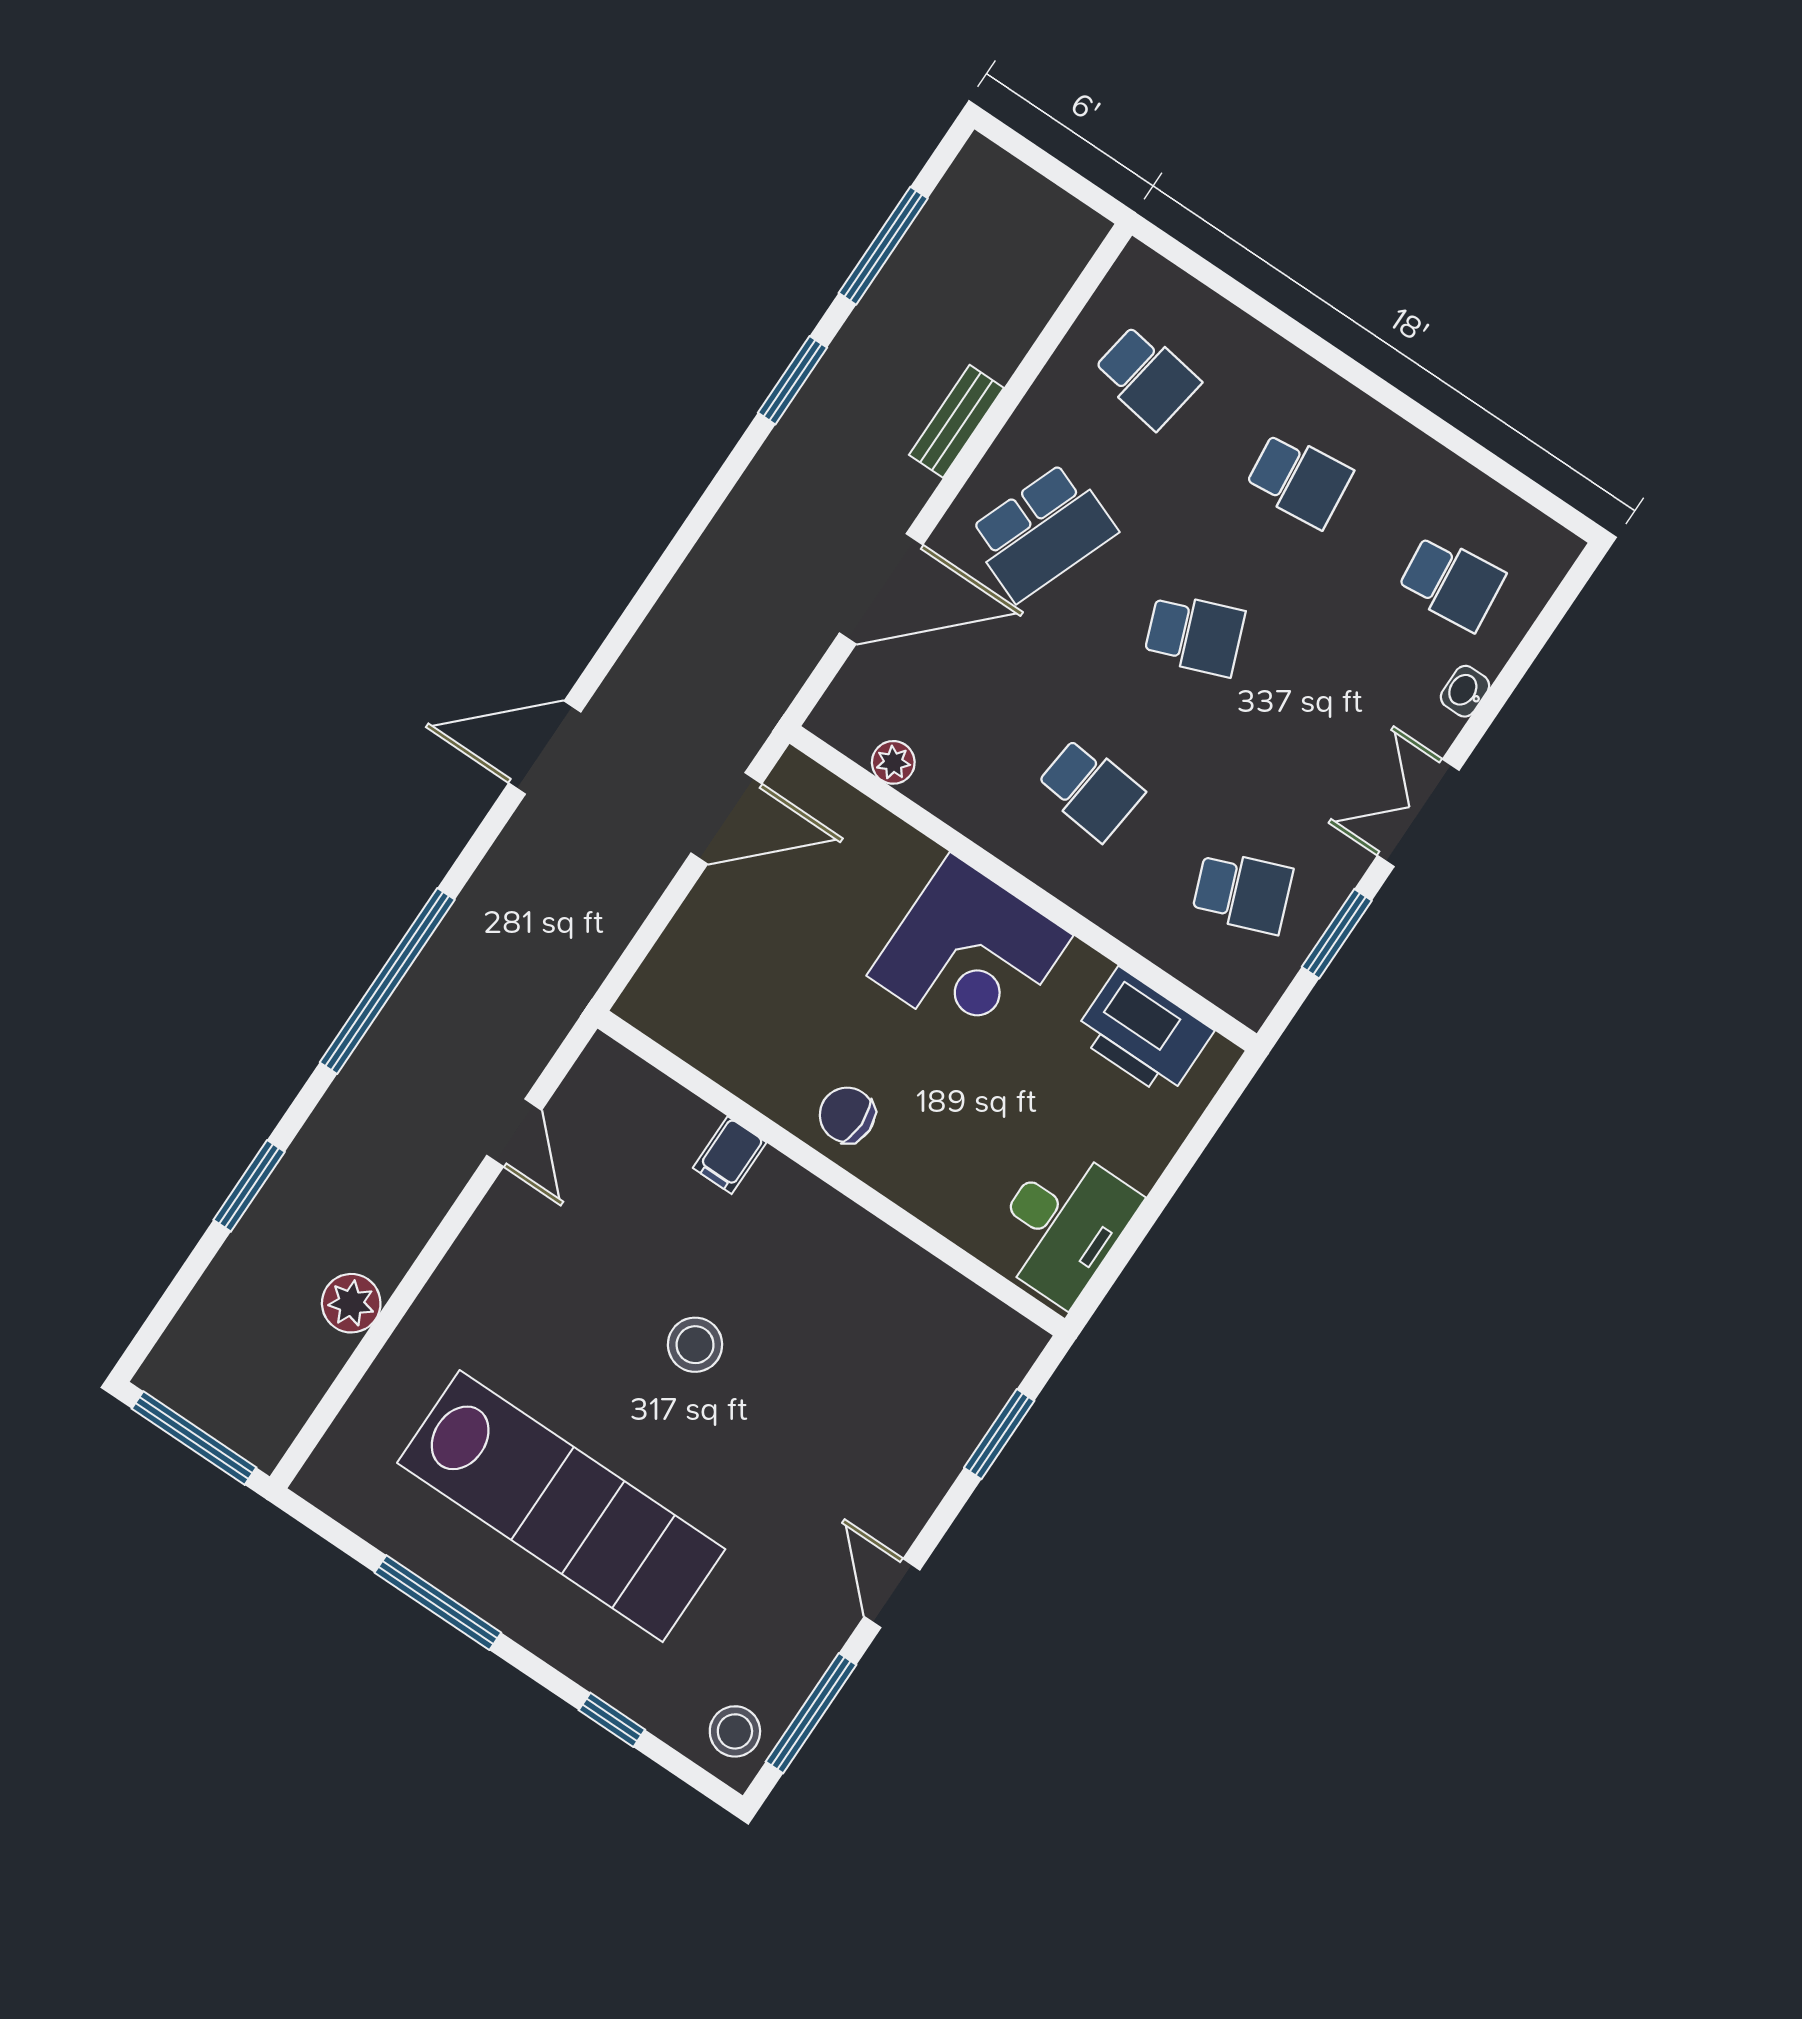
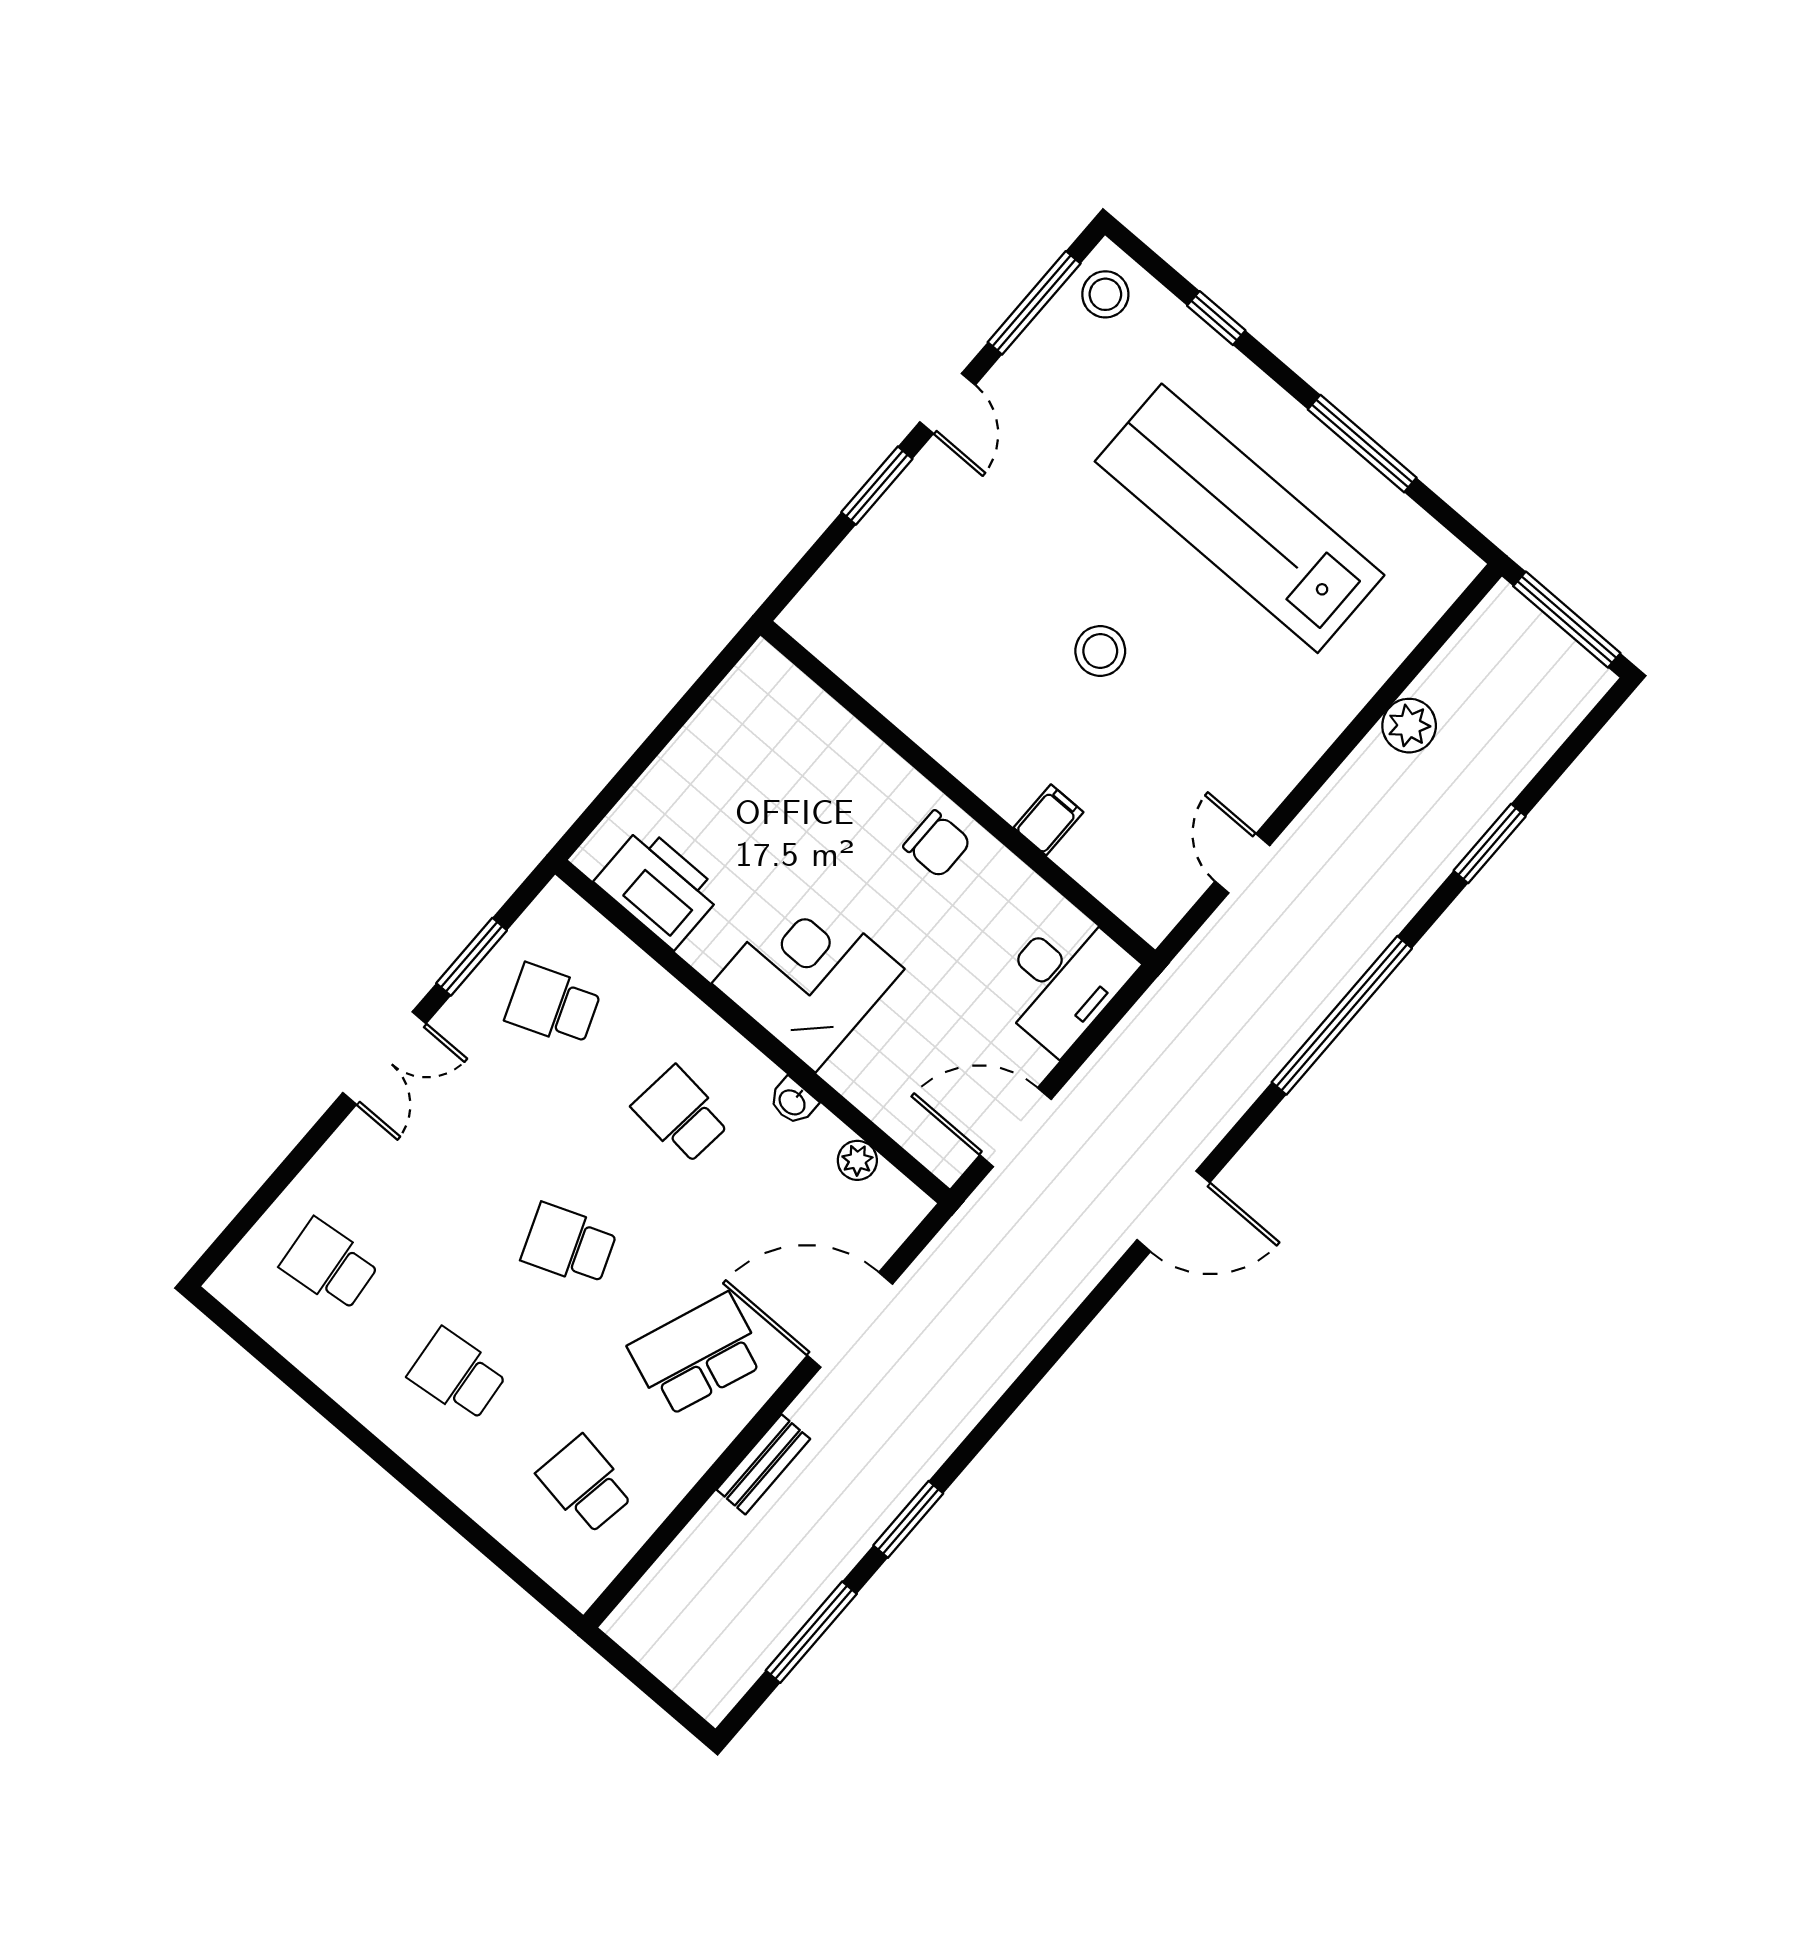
washbasin: (1465, 691) -> (793, 1102), moved, turned 90
desk: (1062, 1225) -> (1063, 980), moved, turned 180
window: (999, 1434) -> (877, 486), moved

